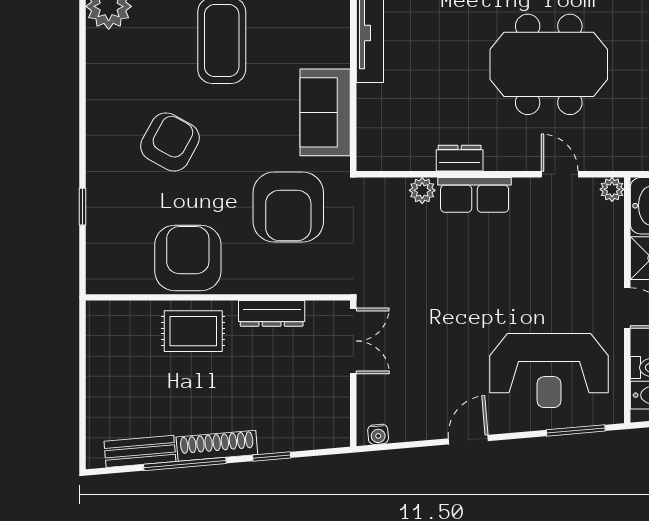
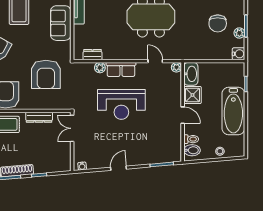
sofa: (325, 112) -> (61, 23), moved
dresser: (460, 158) -> (92, 55), moved
double door: (353, 341) -> (72, 128), swing flipped
reception desk: (549, 371) -> (121, 104), moved

